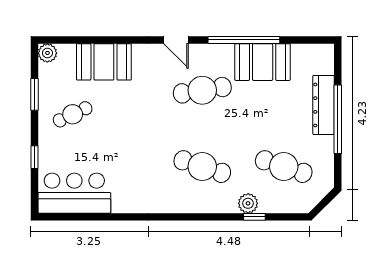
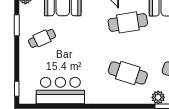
window: (34, 157) -> (17, 89), moved
bar counter: (74, 193) -> (60, 91), moved

